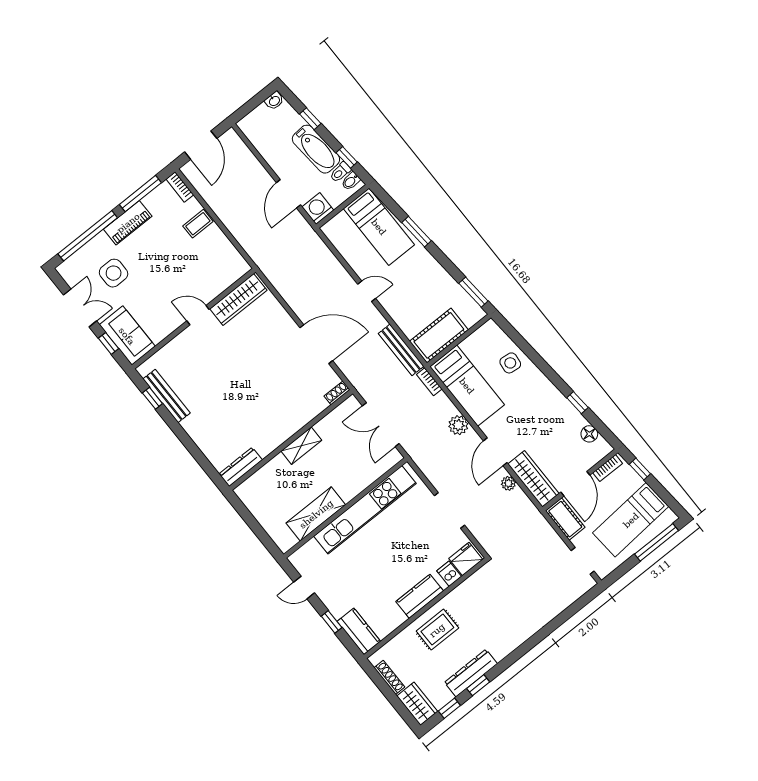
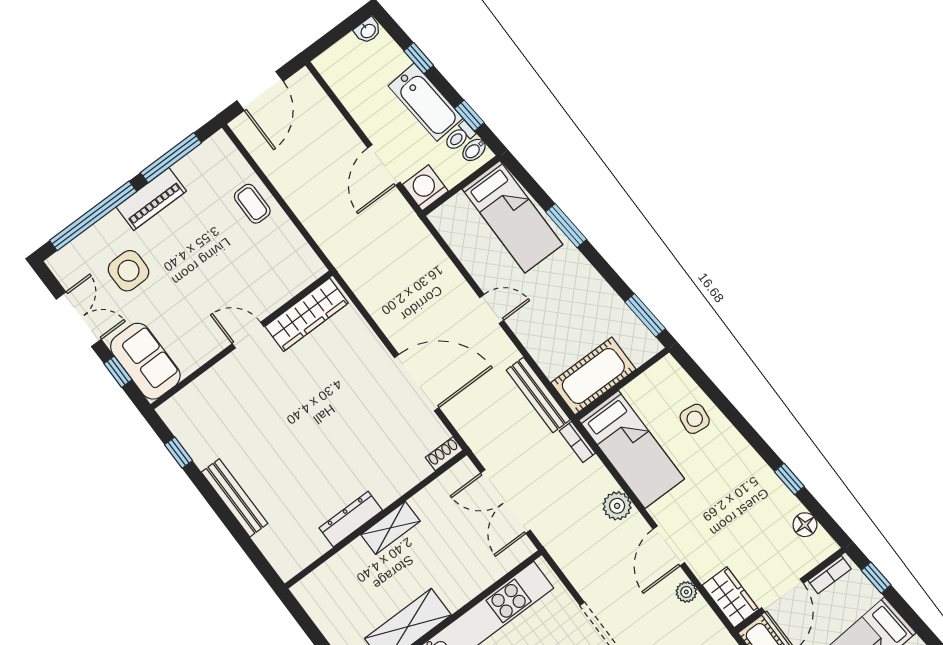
bookcase: (180, 187) -> (228, 150), removed
coffee table: (198, 224) -> (252, 204), turned 90
bench: (167, 396) -> (235, 498), moved
dresser: (241, 467) -> (351, 519), moved
wardrobe: (533, 479) -> (730, 597), width x0.67

